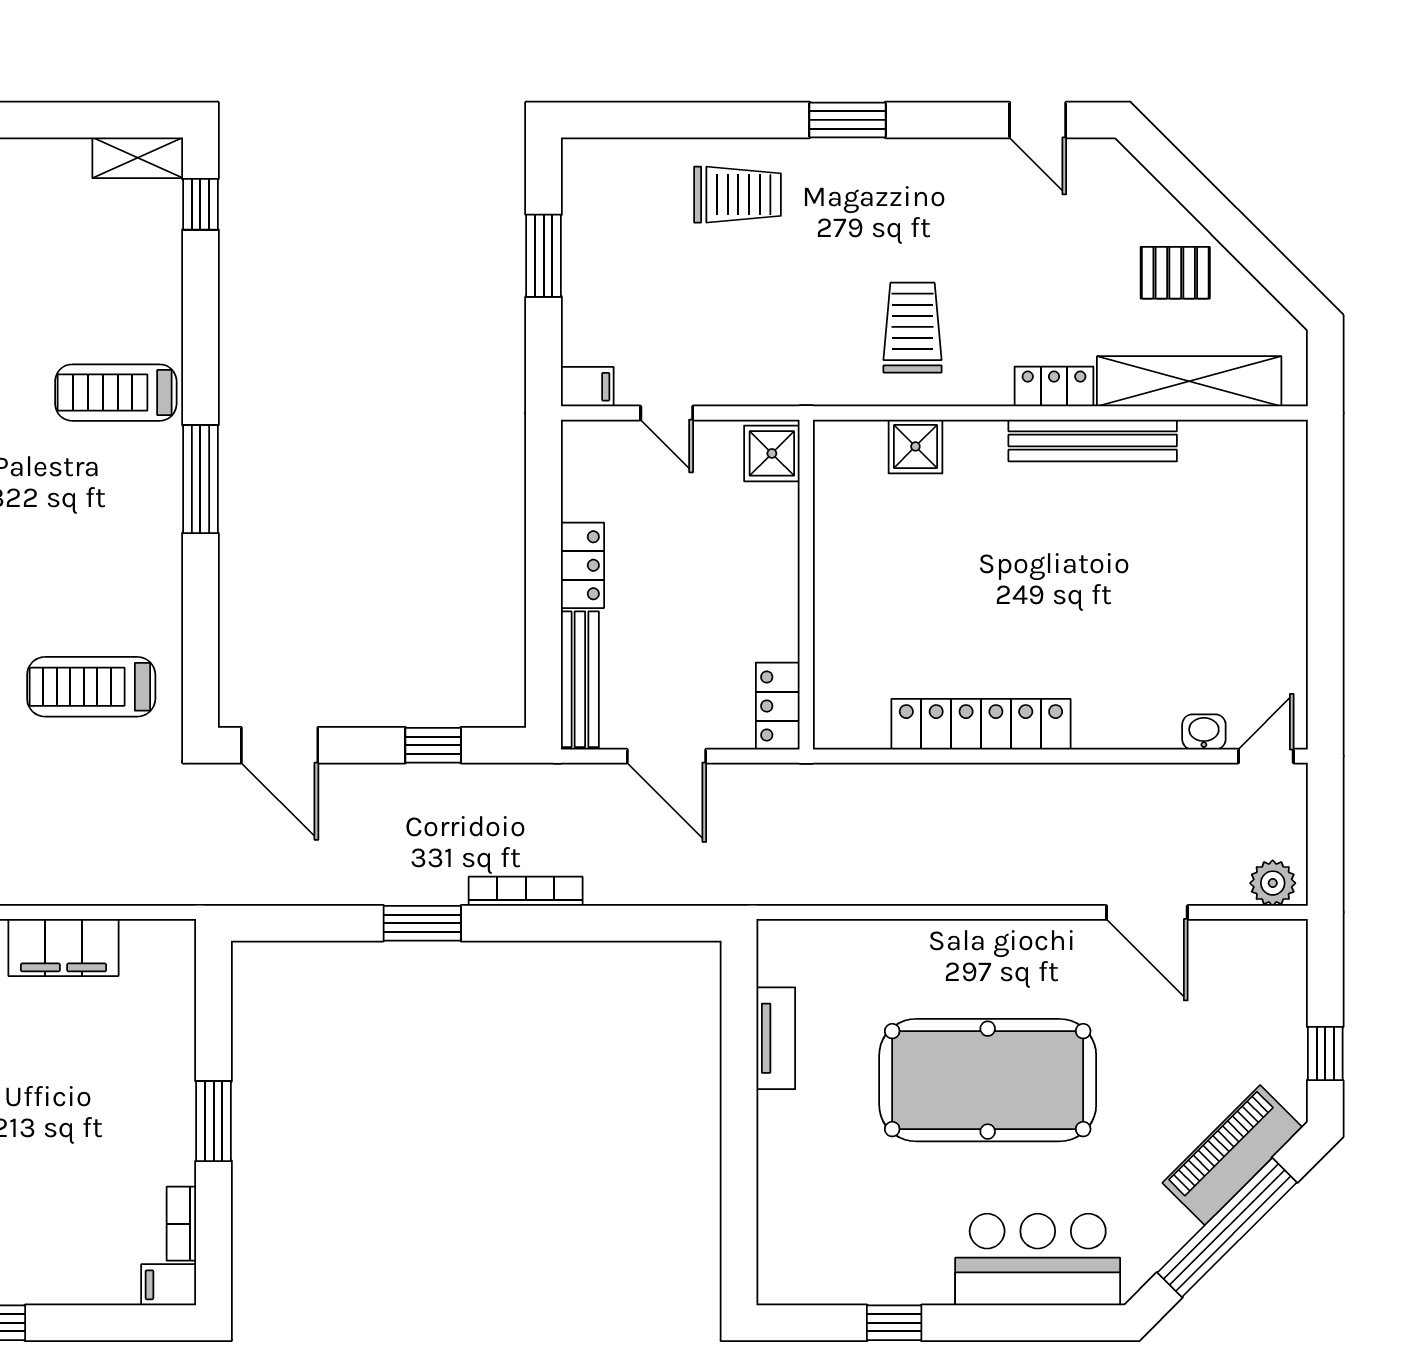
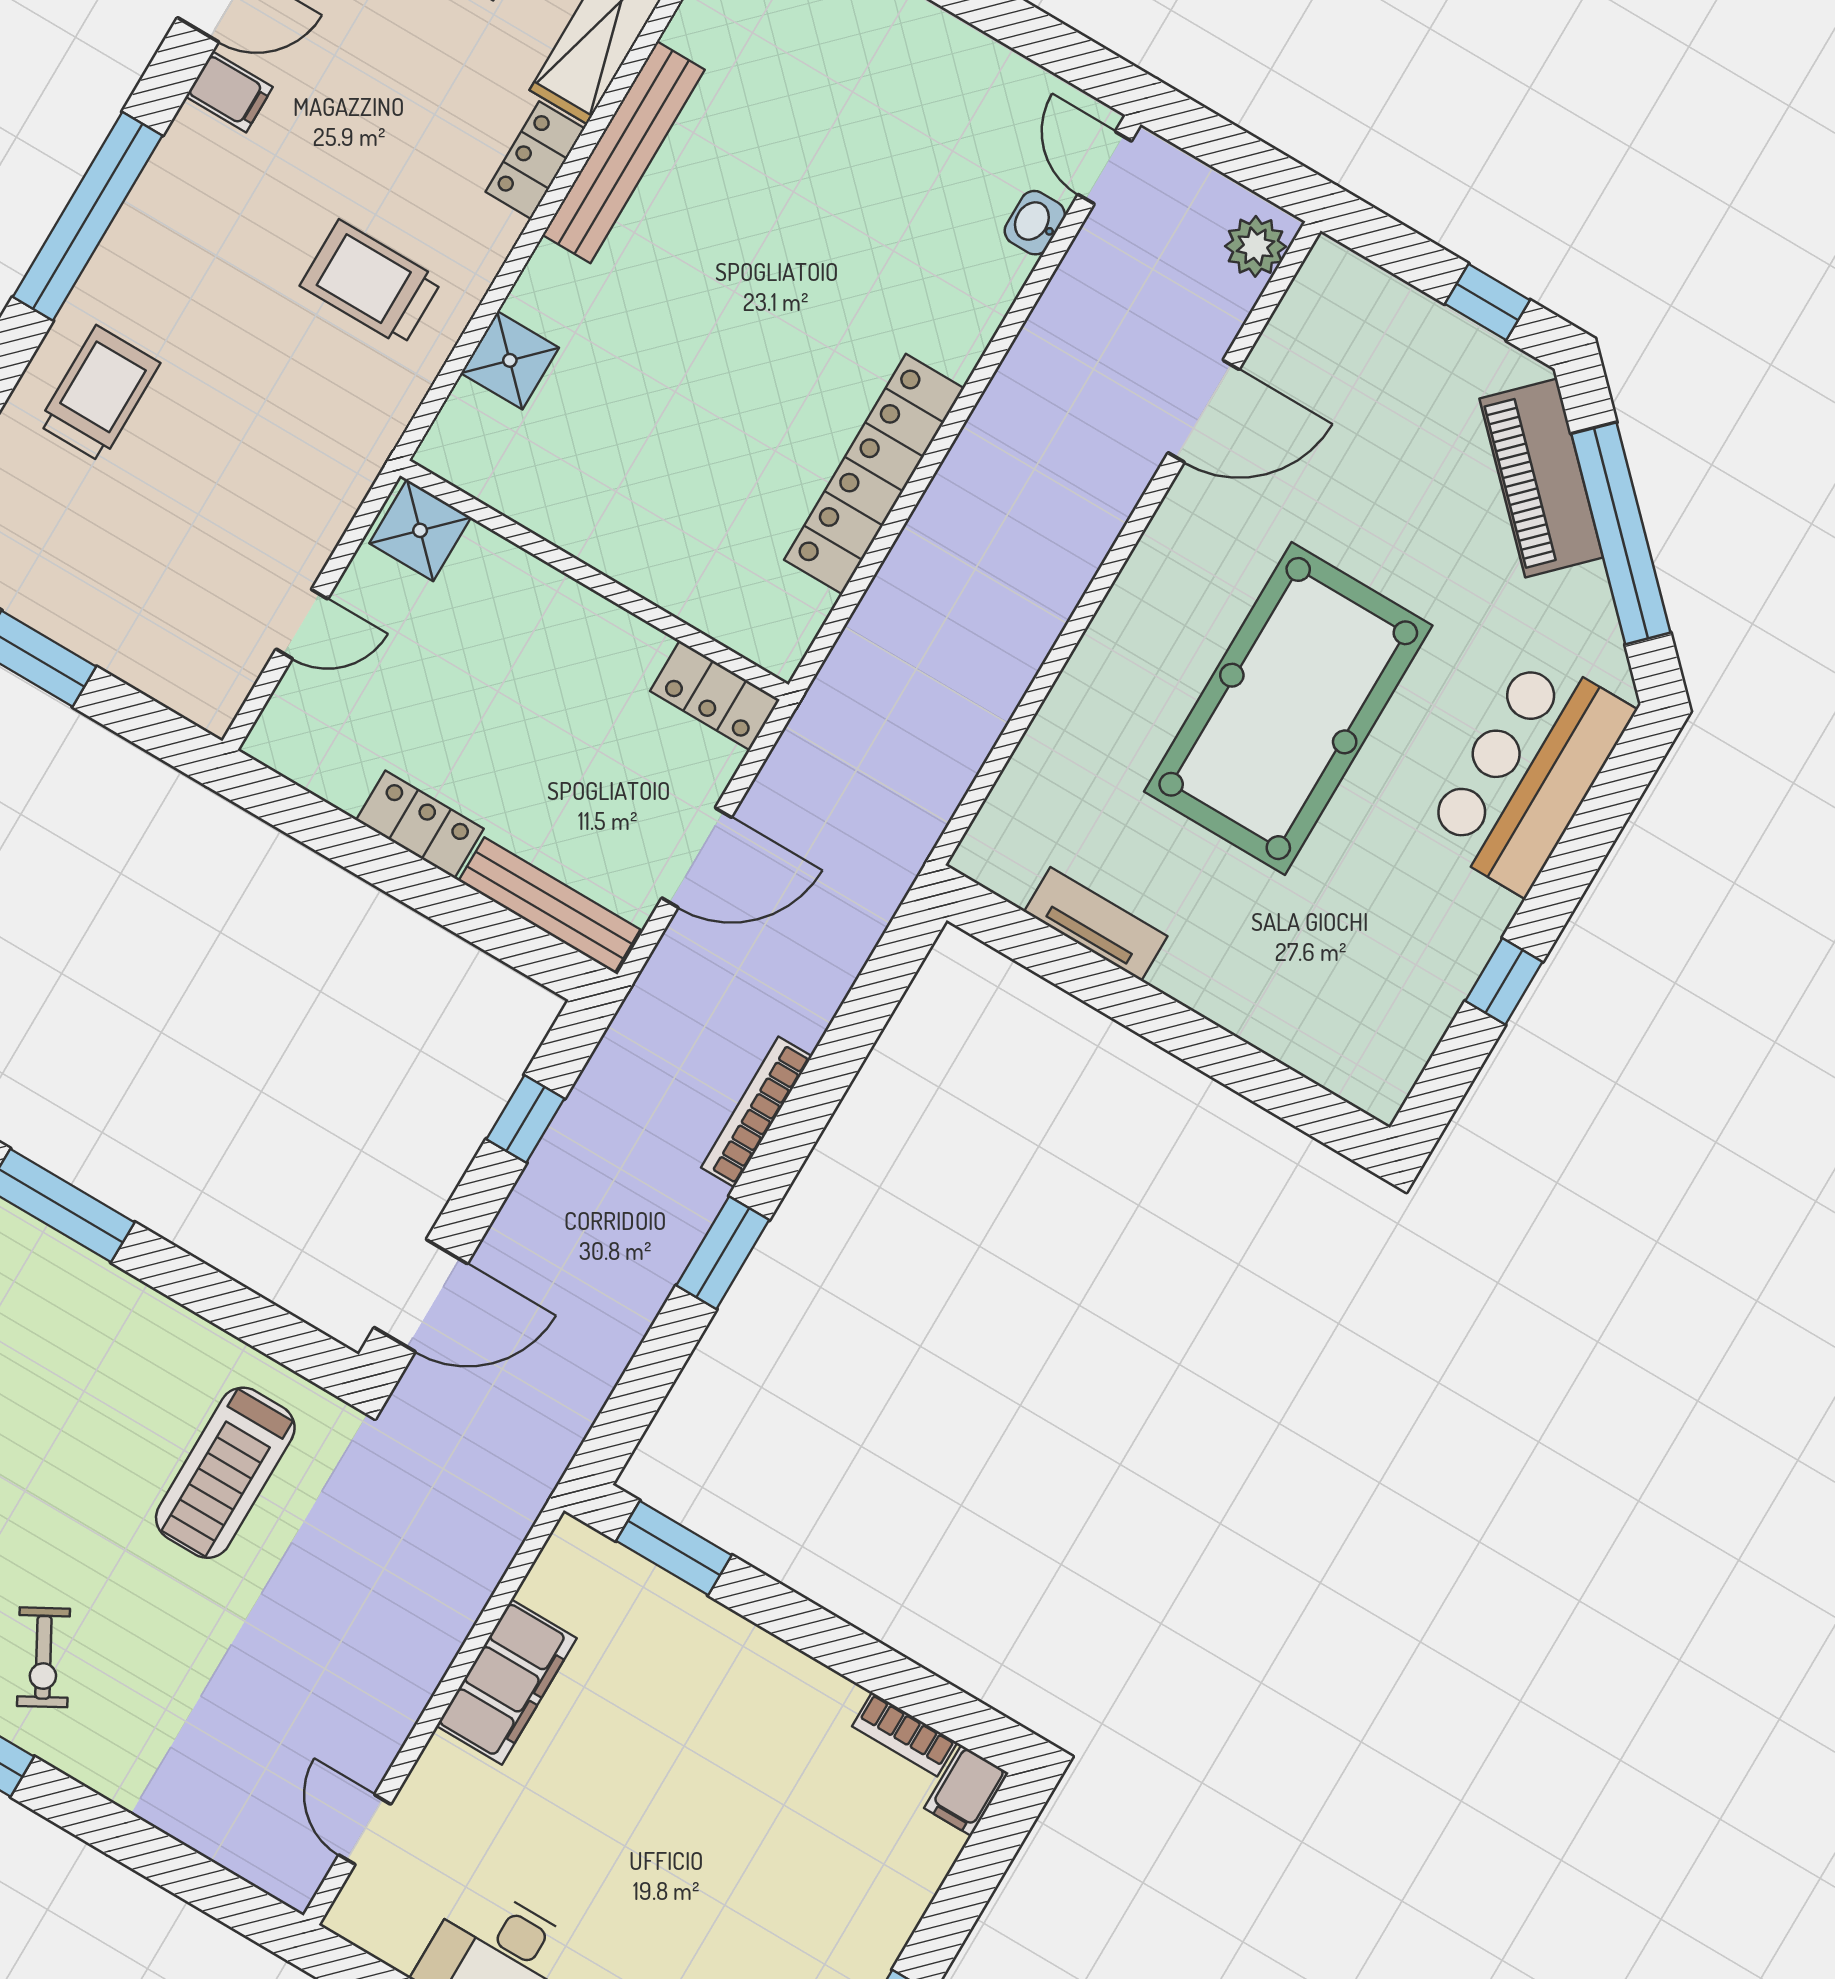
window: (848, 120) -> (88, 216), width x2.11
filing cabinet: (587, 387) -> (229, 92), moved, turned 90
window: (214, 1121) -> (674, 1548), moved

